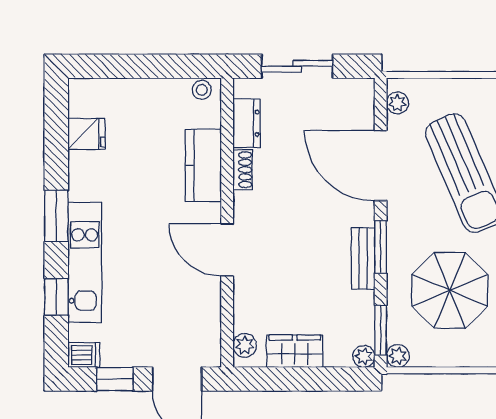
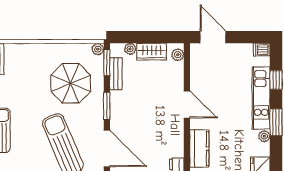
shoe rack: (243, 170) -> (179, 146), removed
plant: (79, 189) -> (264, 136), added
bench: (363, 259) -> (116, 74), moved
plant: (364, 356) -> (130, 49), moved
window: (115, 379) -> (245, 37), removed

